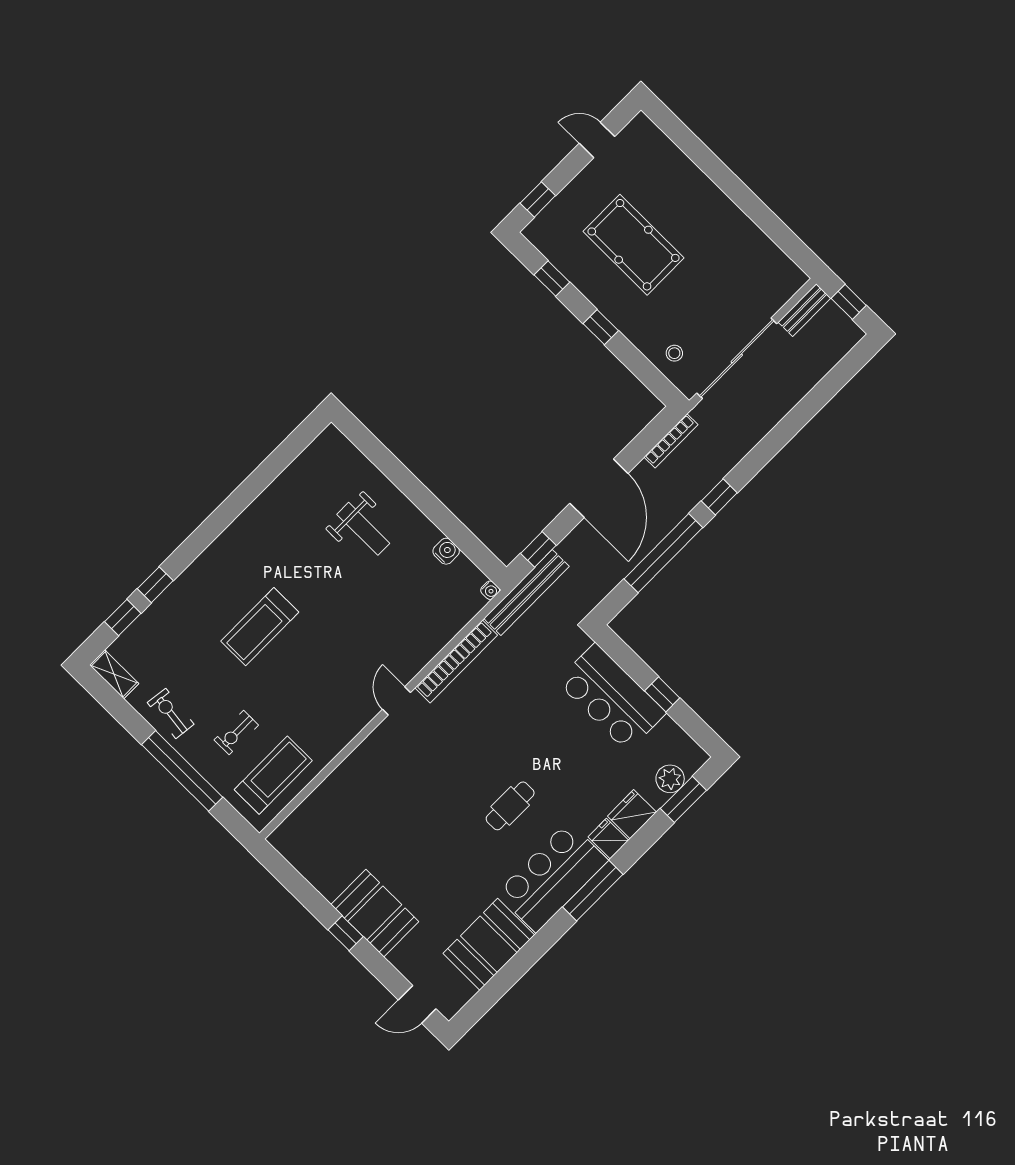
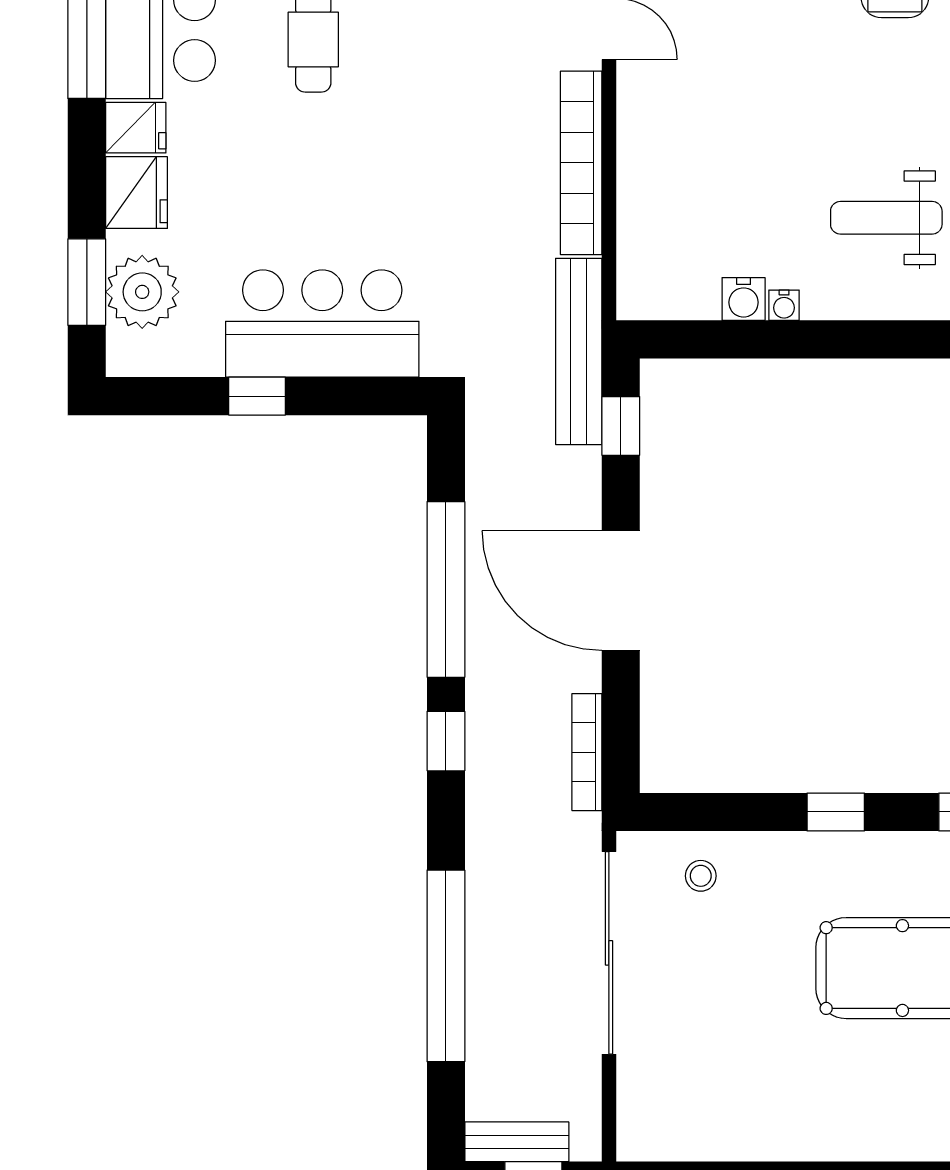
bench: (804, 310) -> (517, 1142), moved, turned 90
window: (802, 414) -> (446, 966), added
water cooler: (490, 590) -> (784, 305), moved, turned -90
plant: (670, 779) -> (142, 292), width x1.36, depth x1.36

